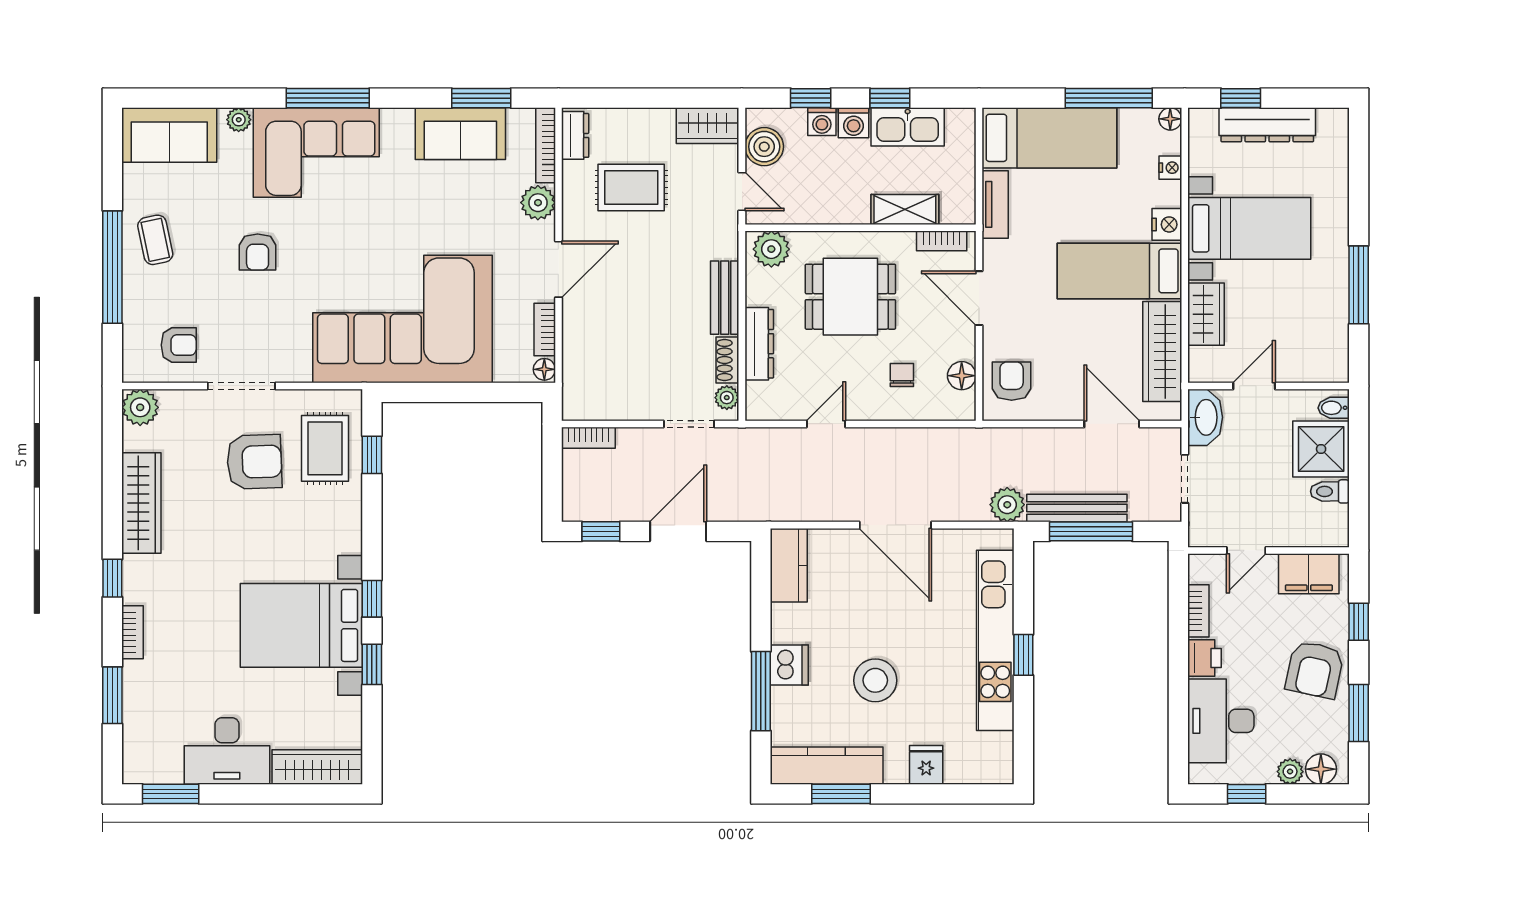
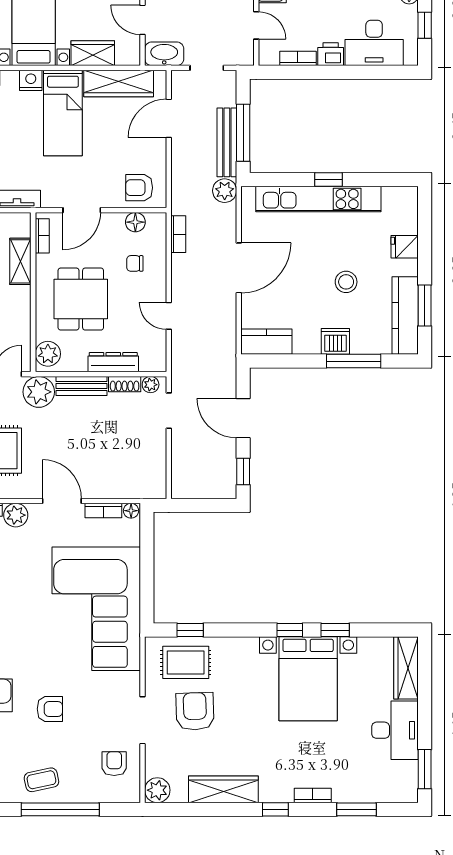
plant: (716, 236) -> (39, 392), added
bookcase: (588, 438) -> (178, 234), moved
stool: (875, 680) -> (346, 282), width x0.73, depth x0.73

